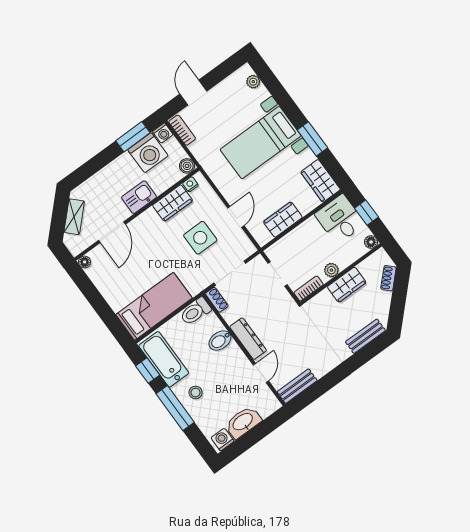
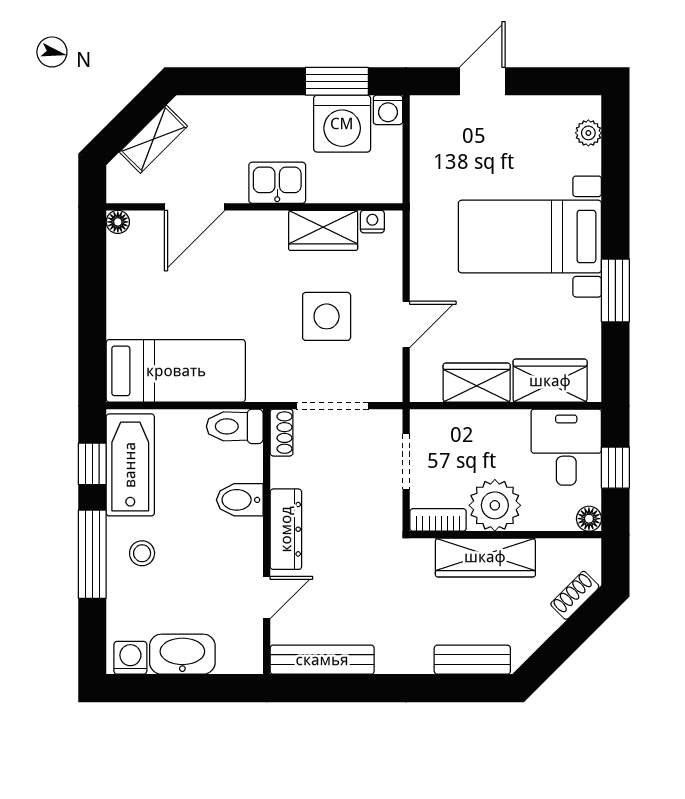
bookcase: (182, 130) -> (421, 127), removed
boiler: (187, 166) -> (388, 189), removed
wardrobe: (321, 181) -> (550, 381), moved, turned 90
plant: (331, 270) -> (495, 505), width x1.87, depth x1.87
wardrobe: (347, 285) -> (485, 557), width x1.50
bench: (297, 386) -> (322, 660), width x1.36

